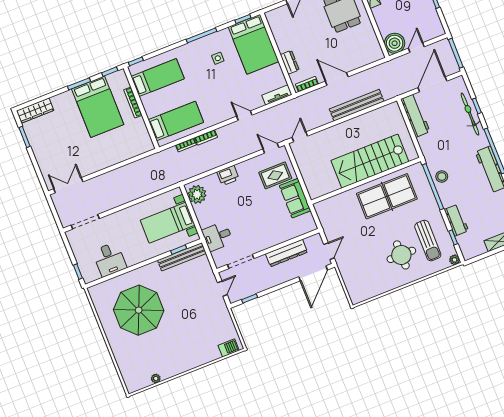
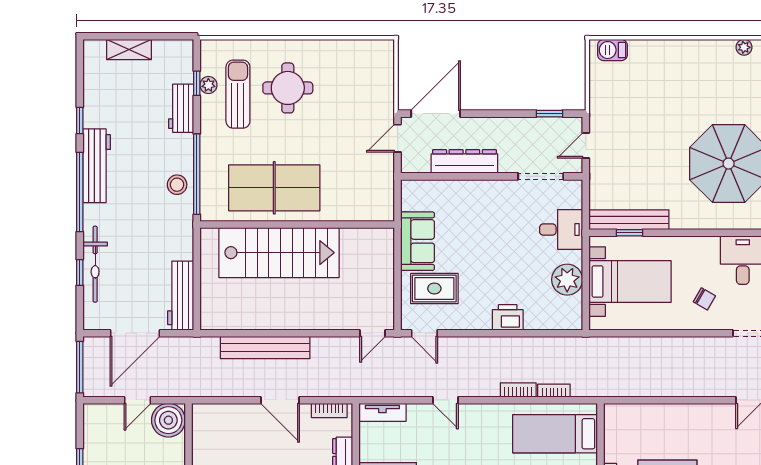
plant: (197, 194) -> (567, 280), moved
chair: (122, 229) -> (704, 299), added
plant: (454, 260) -> (208, 85), moved

